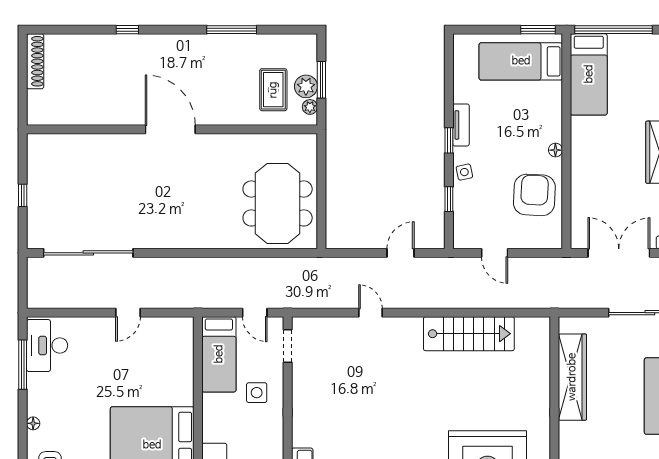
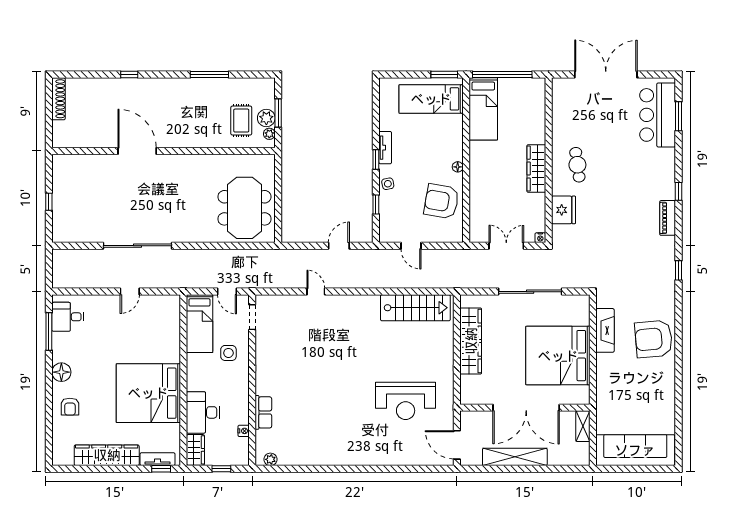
door: (170, 129) -> (137, 151), moved
armchair: (534, 195) -> (441, 201), turned -83
sliding door: (88, 253) -> (137, 246), moved
double door: (619, 253) -> (506, 246), width x0.73
stairs: (469, 334) -> (415, 308), moved
desk: (47, 346) -> (68, 317), width x0.73
floor lamp: (33, 423) -> (61, 372), width x1.89, depth x1.89

